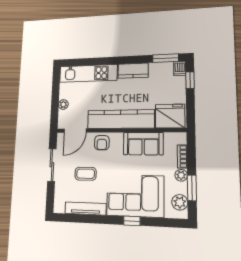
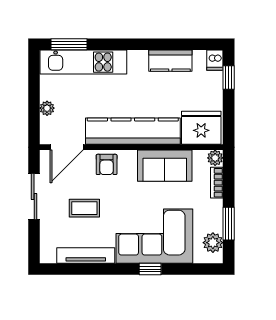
window: (165, 58) -> (69, 44), moved
kitchen counter: (133, 71) -> (170, 61), moved
plant: (181, 175) -> (215, 158), moved

